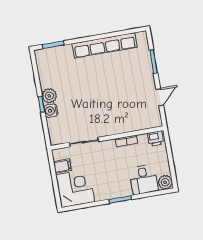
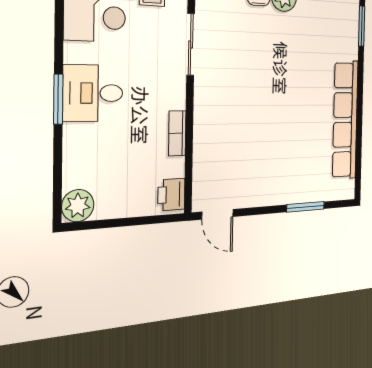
door: (160, 97) -> (218, 214), moved
desk: (144, 180) -> (93, 93), moved

